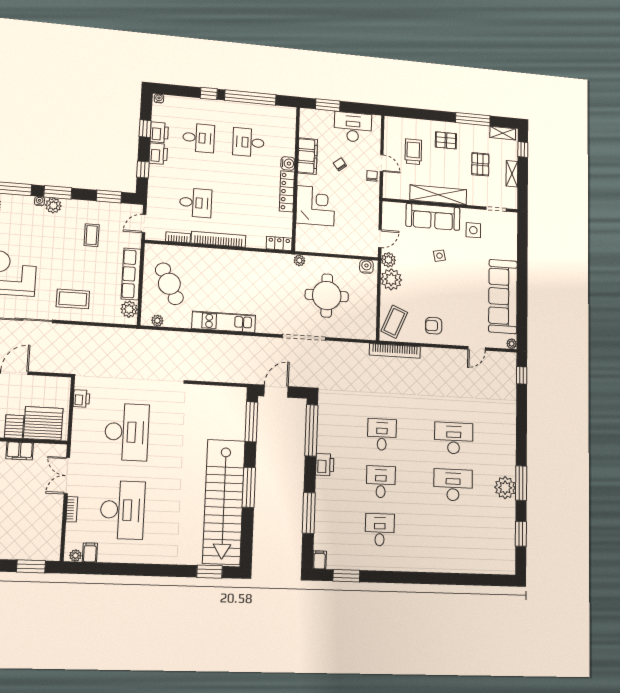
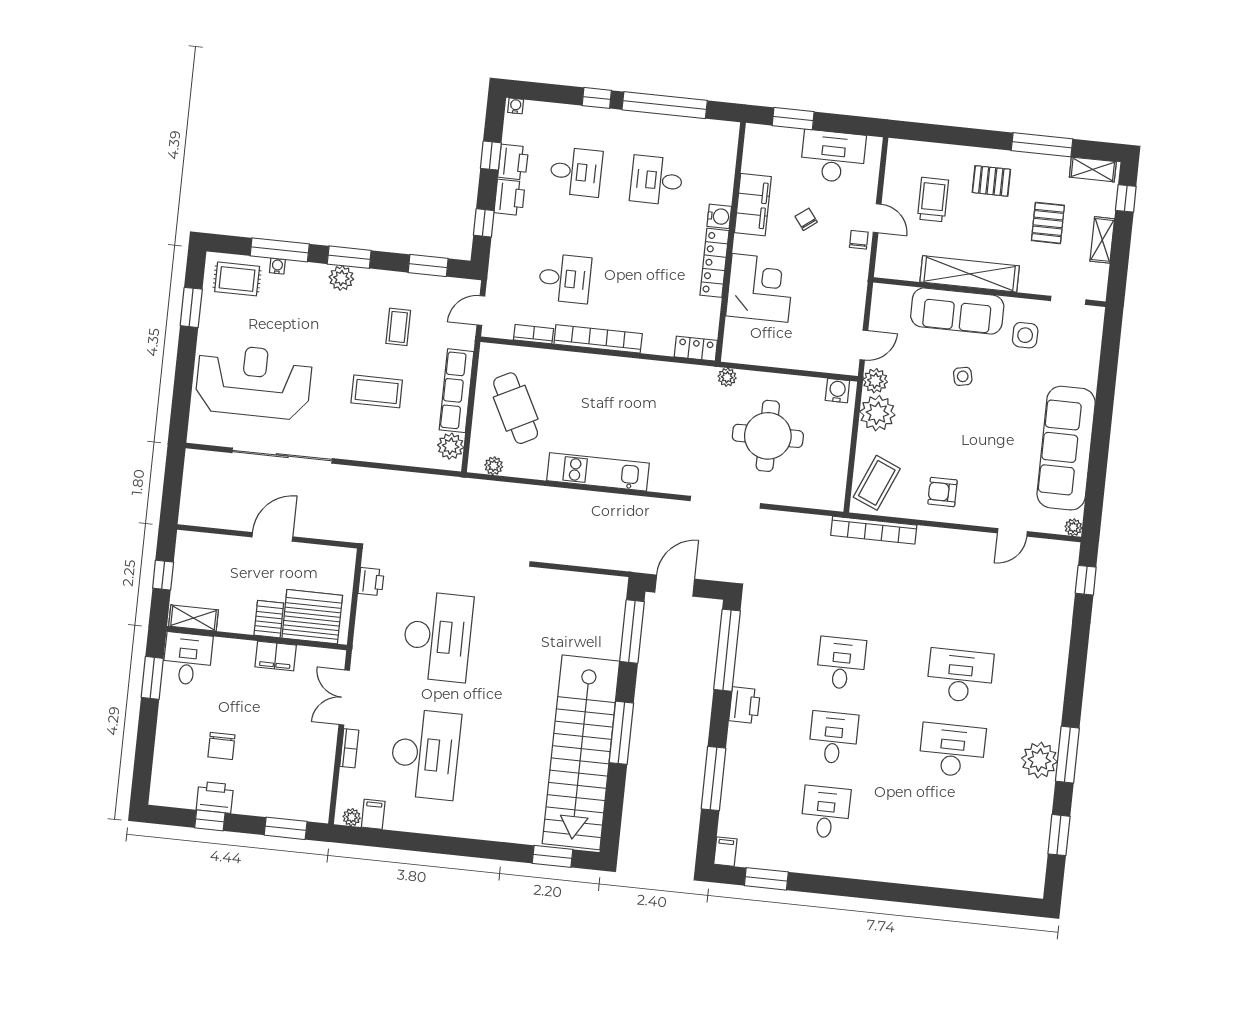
water cooler: (40, 201) -> (277, 266), moved
coffee table: (73, 299) -> (377, 391), moved

